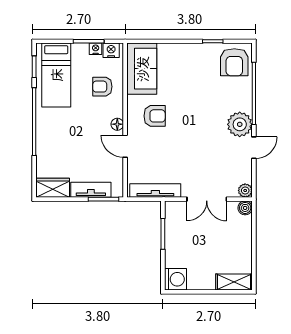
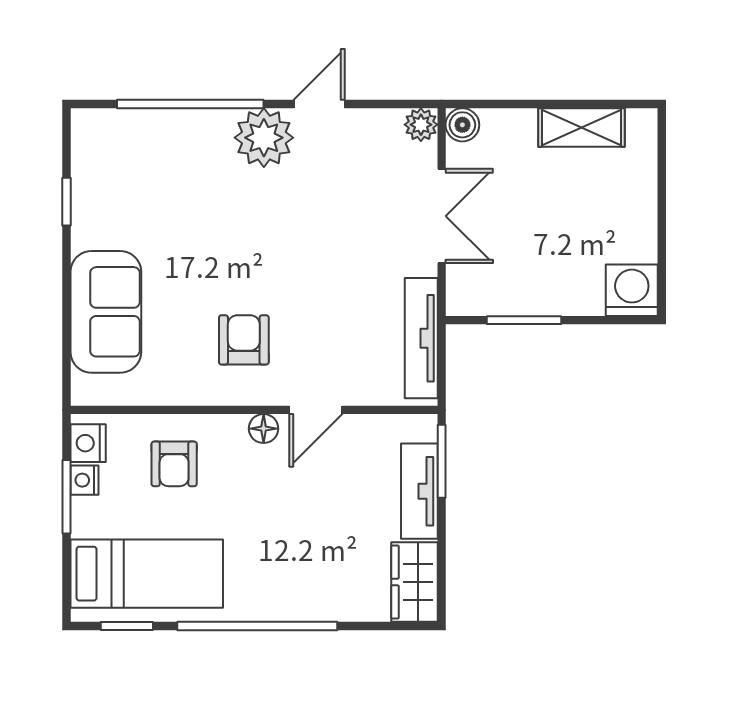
armchair: (234, 62) -> (116, 151), removed
sofa: (142, 69) -> (106, 312), moved, turned 90
door: (254, 148) -> (319, 104), hinge flipped
shelving: (234, 282) -> (582, 128), moved, turned 90

